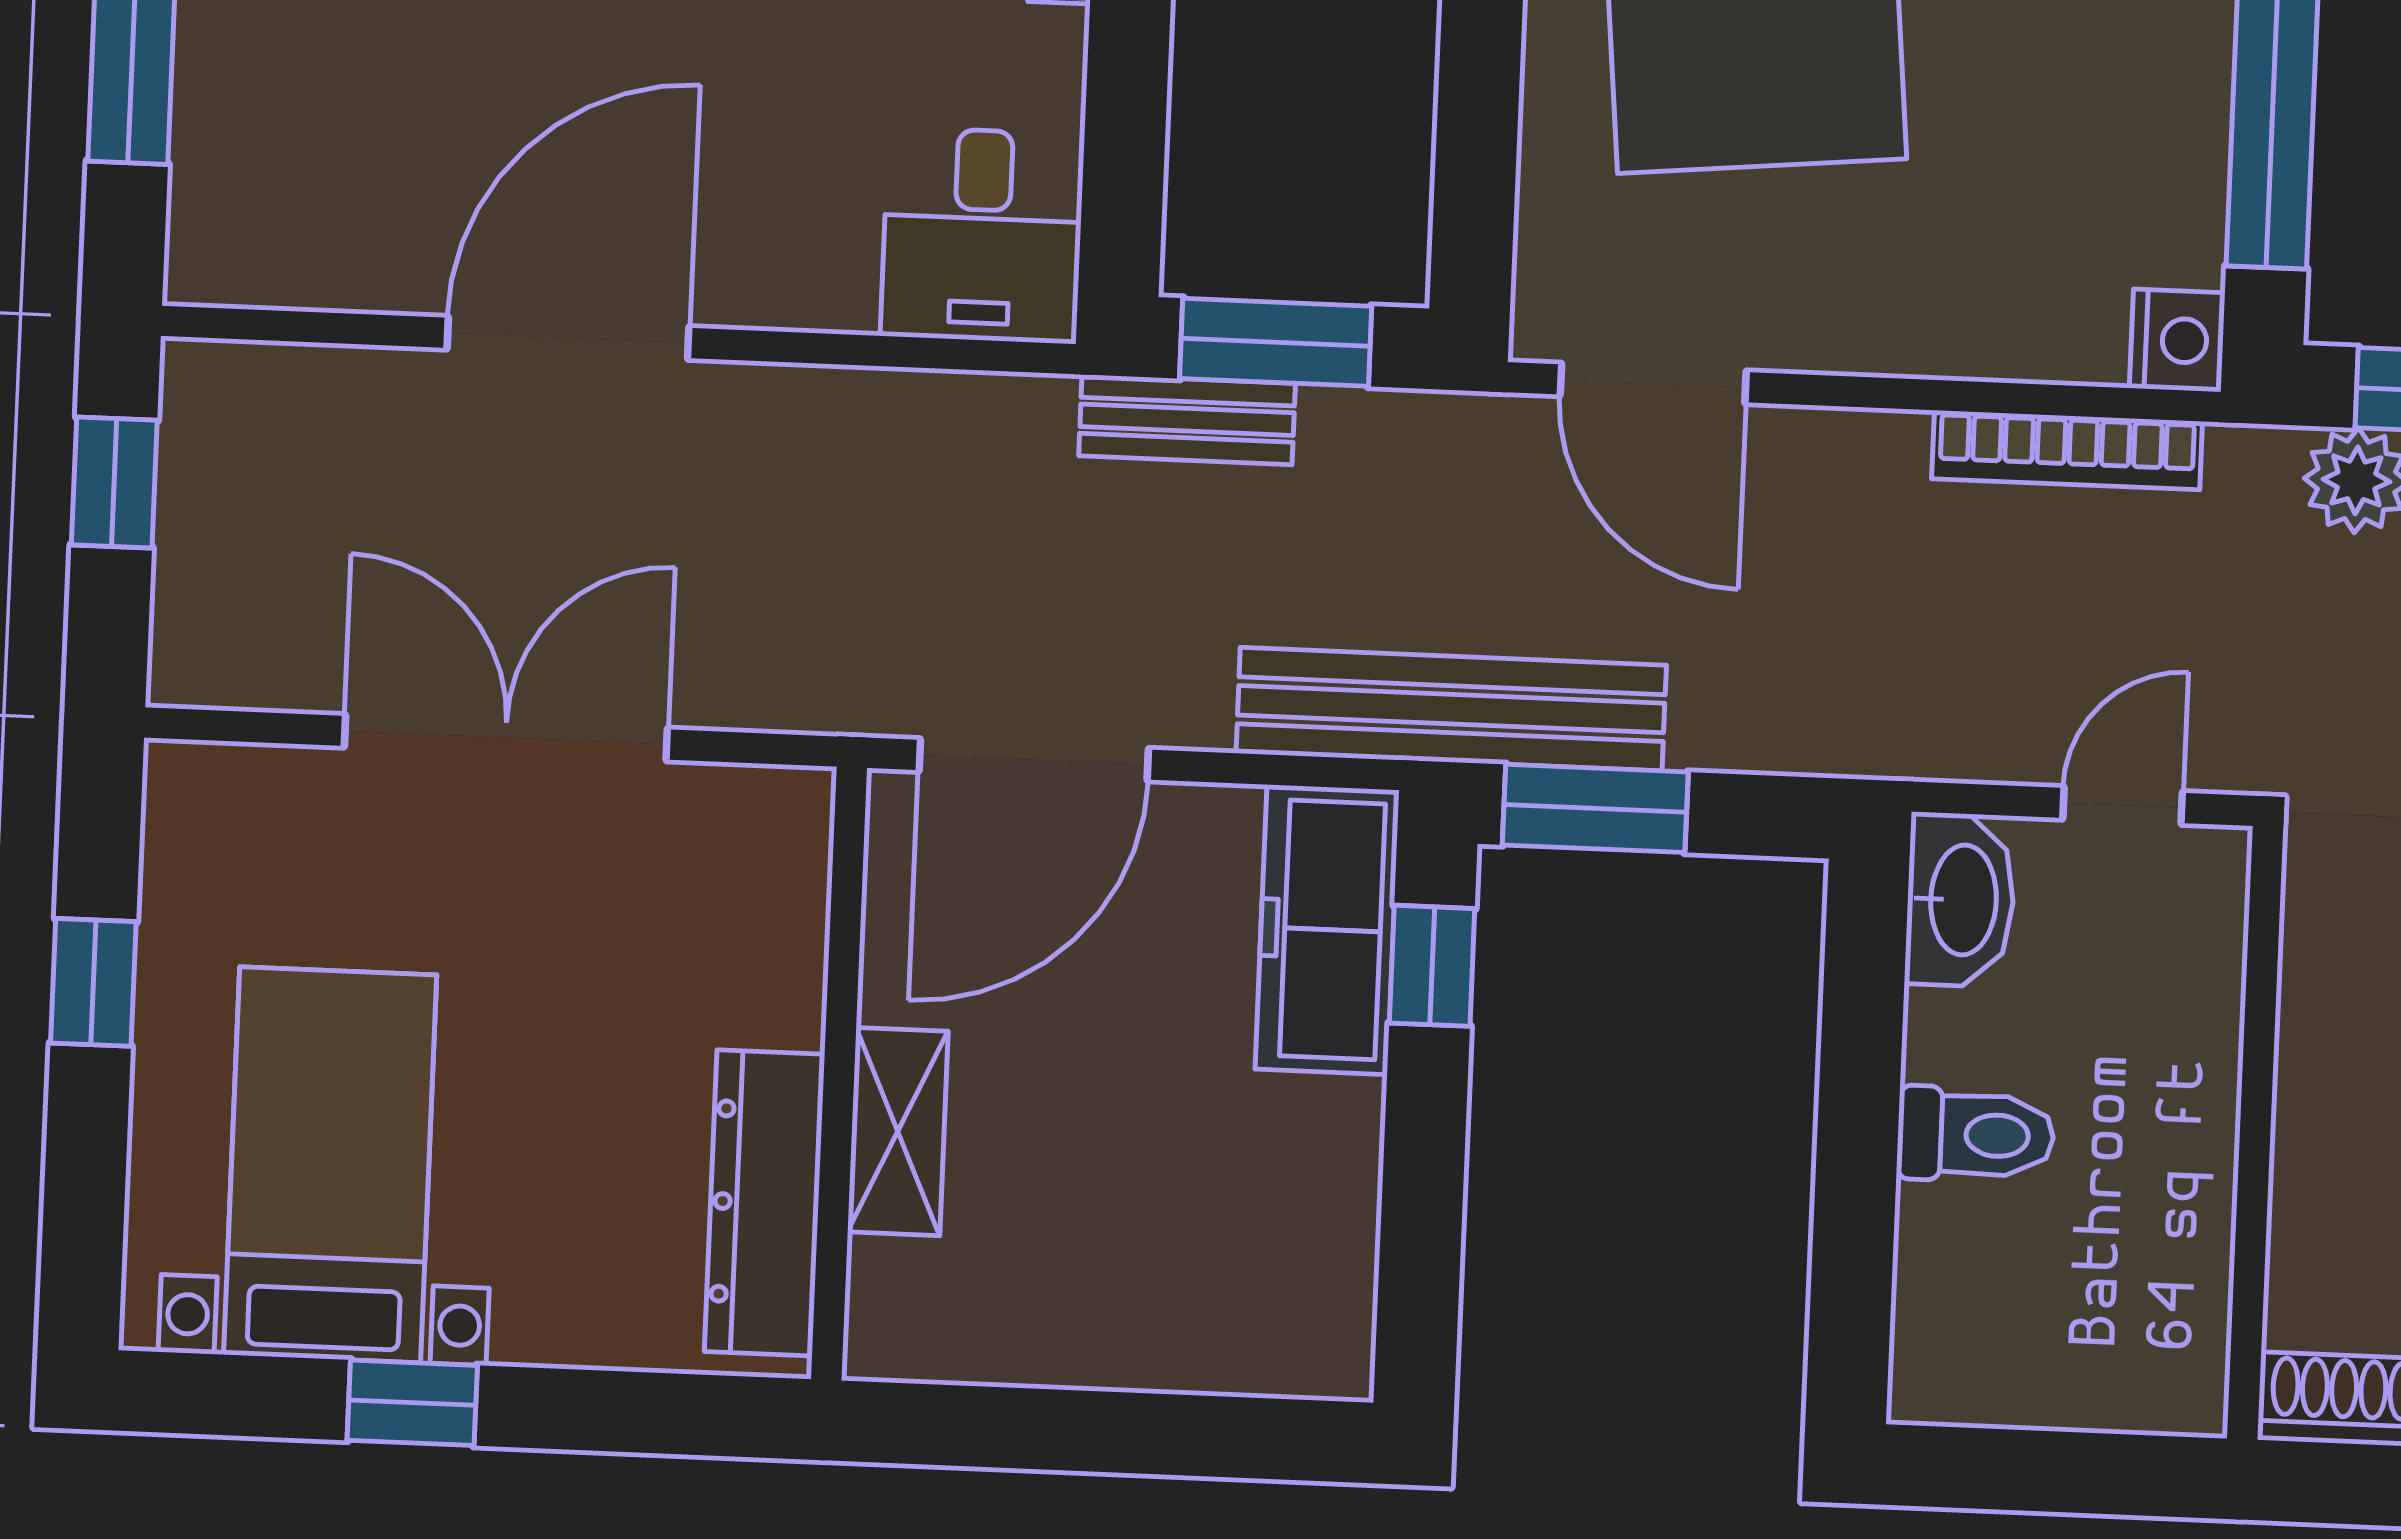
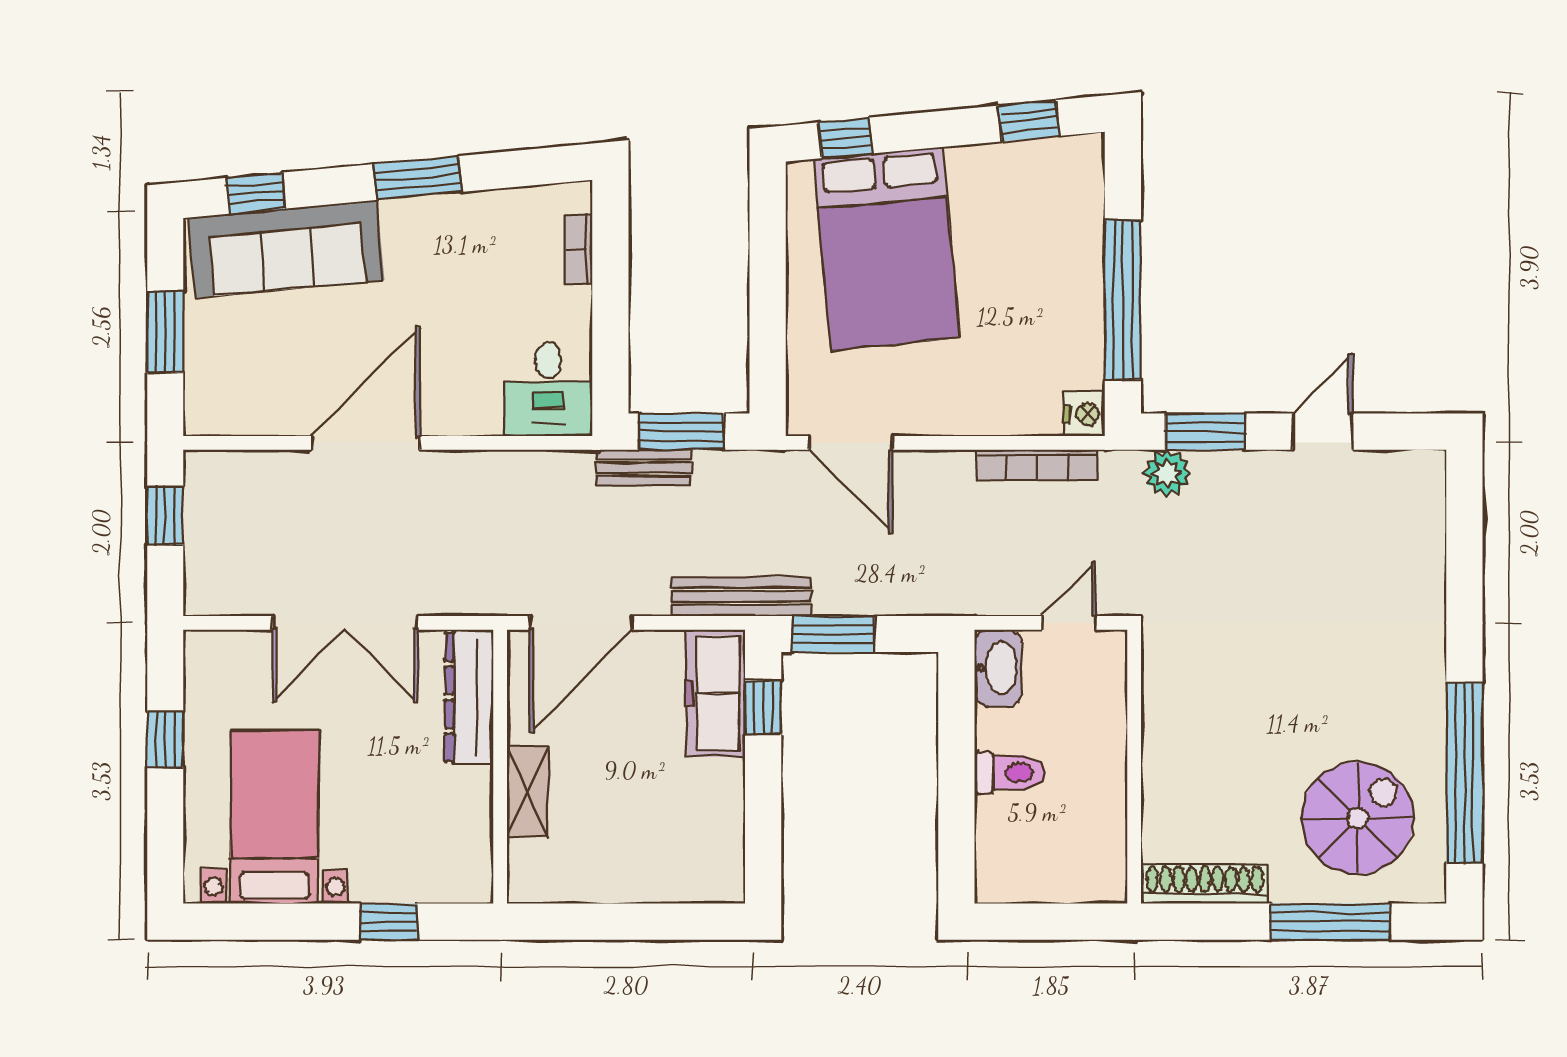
bench: (1451, 709) -> (741, 596), width x0.73, depth x0.82
double door: (506, 738) -> (345, 623), swing flipped
dresser: (765, 1203) -> (469, 697), moved
window: (412, 1403) -> (389, 922), moved

